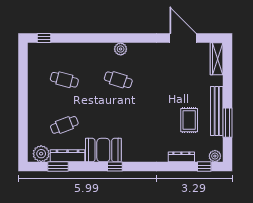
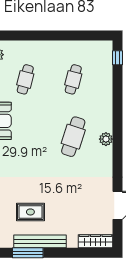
cafe table: (118, 80) -> (73, 137), width x1.37, depth x1.35
cafe table: (64, 125) -> (25, 79), turned 36

